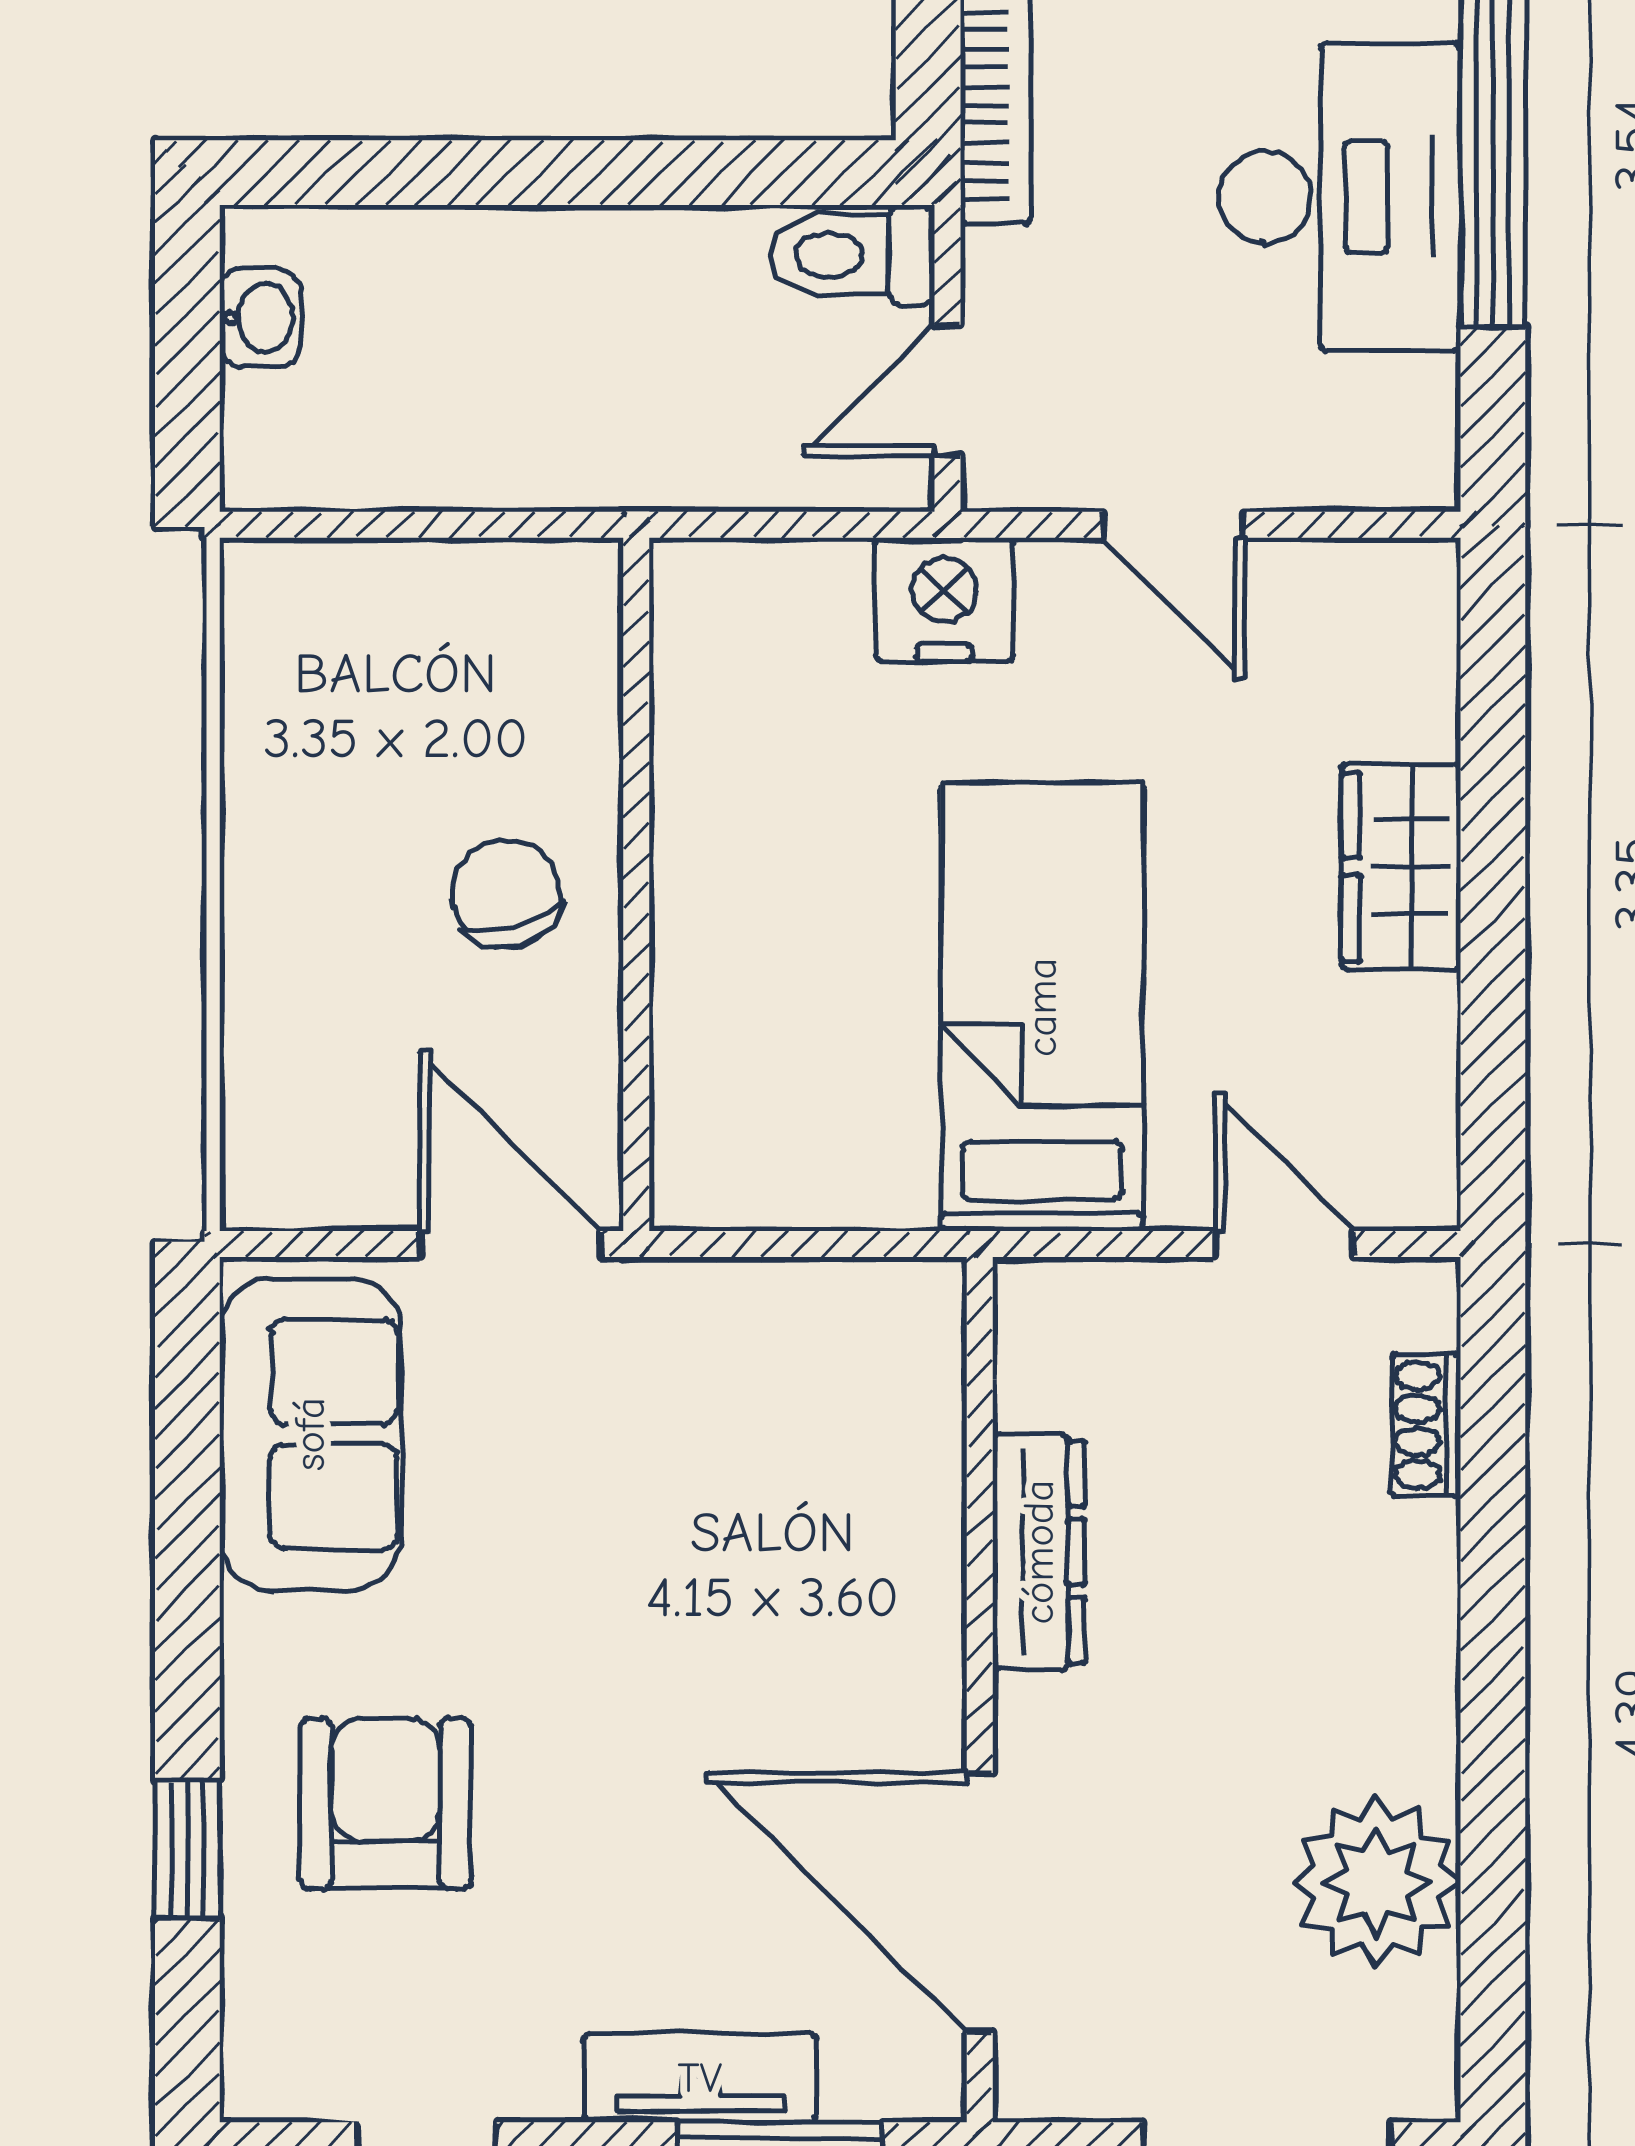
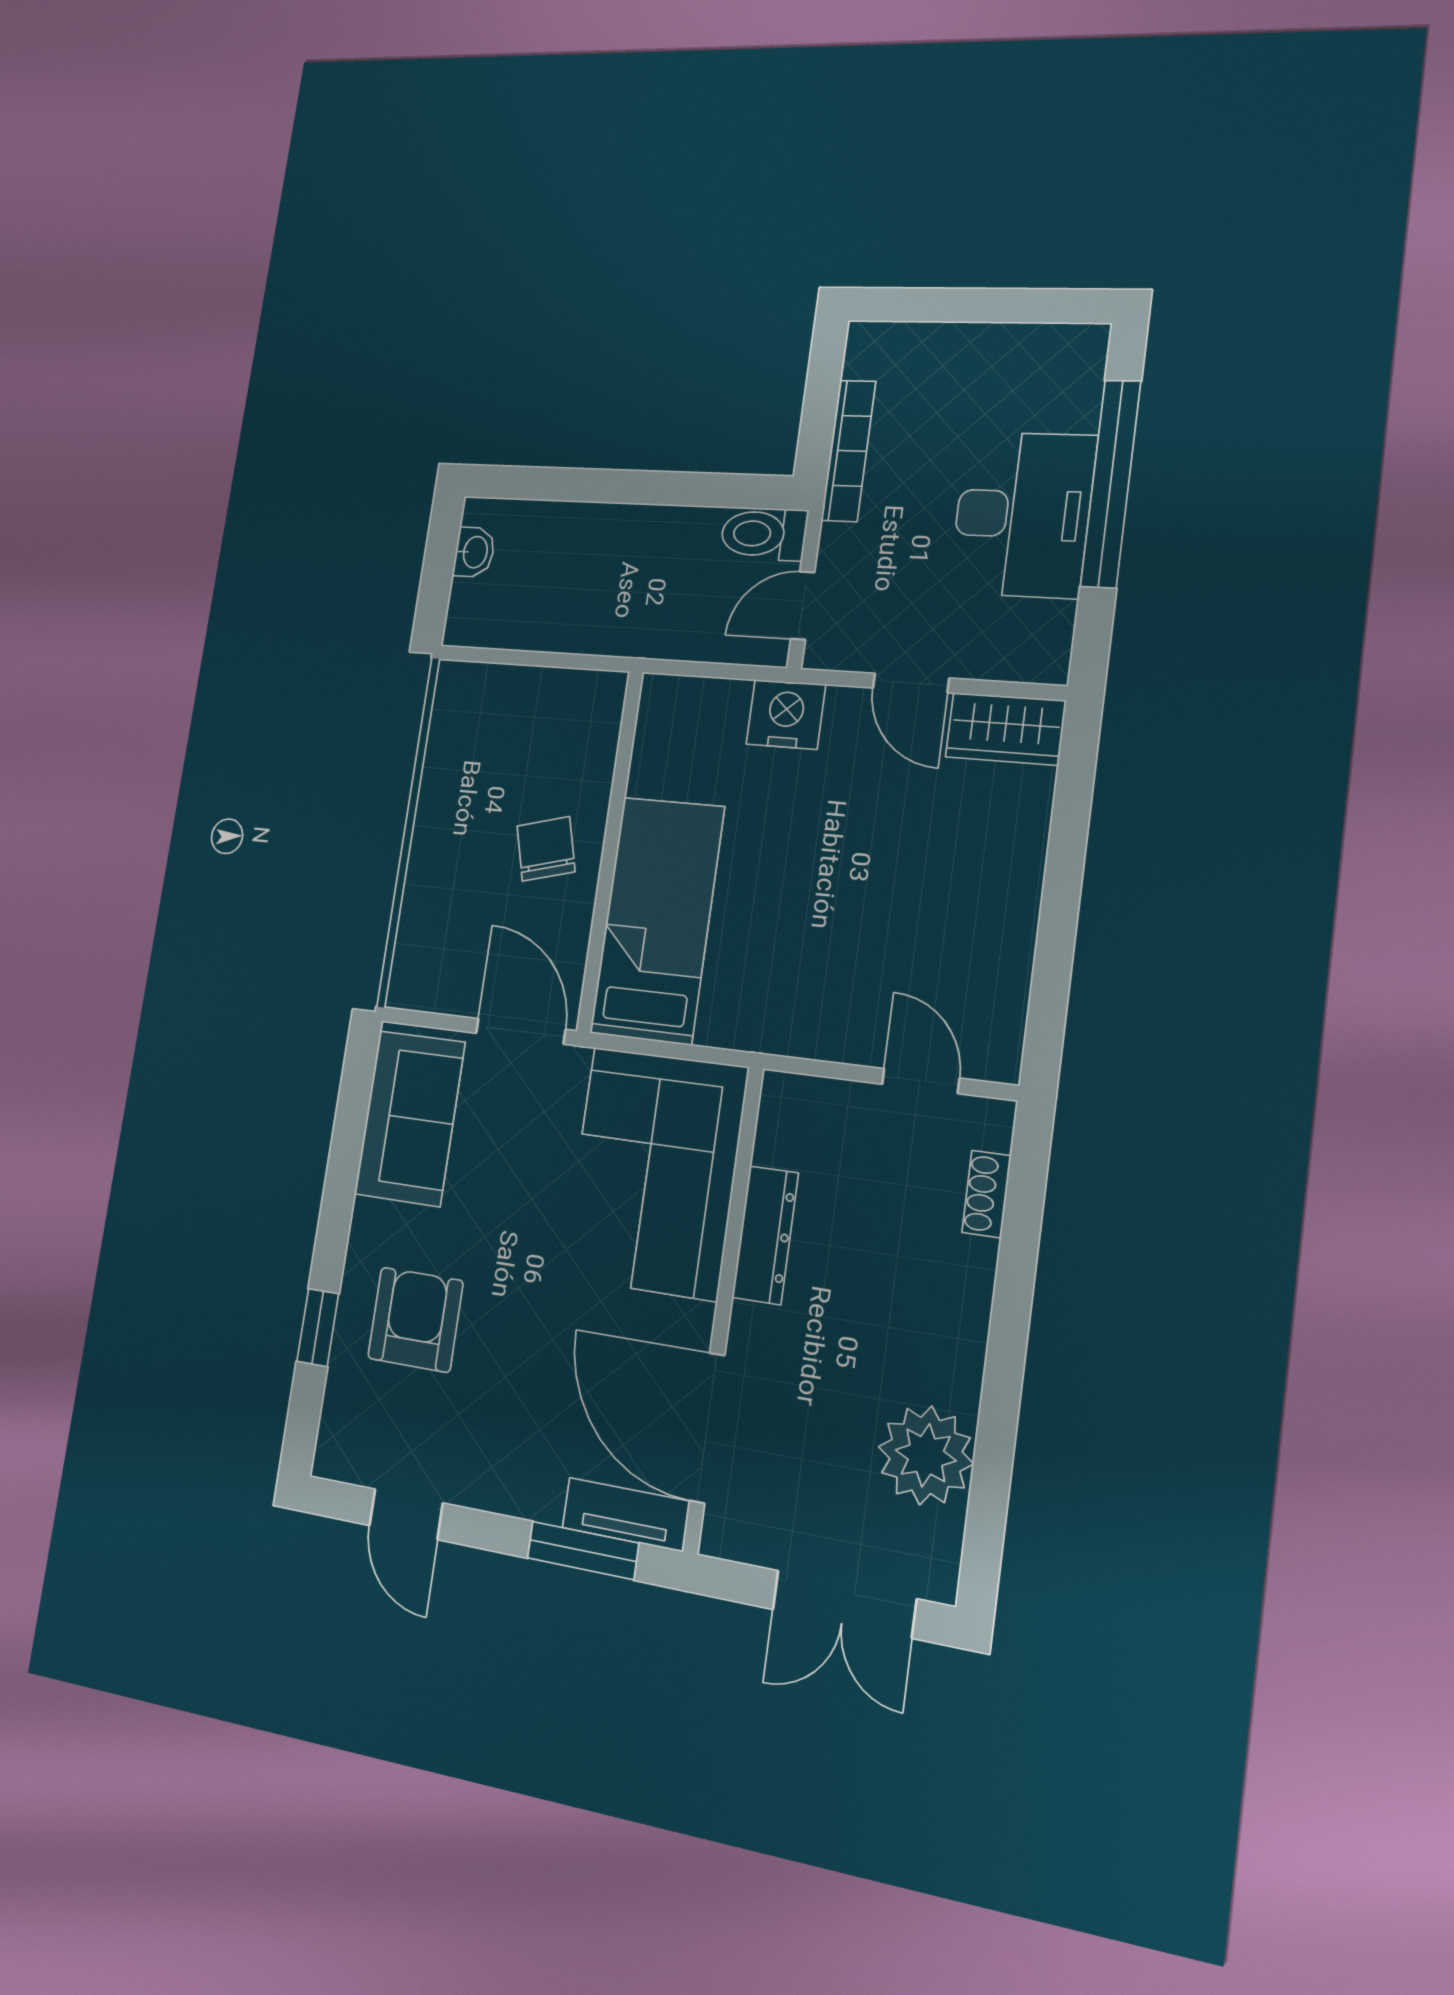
wardrobe: (1401, 867) -> (1006, 729), moved, turned -90
bed: (1042, 1007) -> (657, 920), moved
corner sofa: (815, 1470) -> (655, 1173), added
tv unit: (700, 2078) -> (626, 1515), moved

